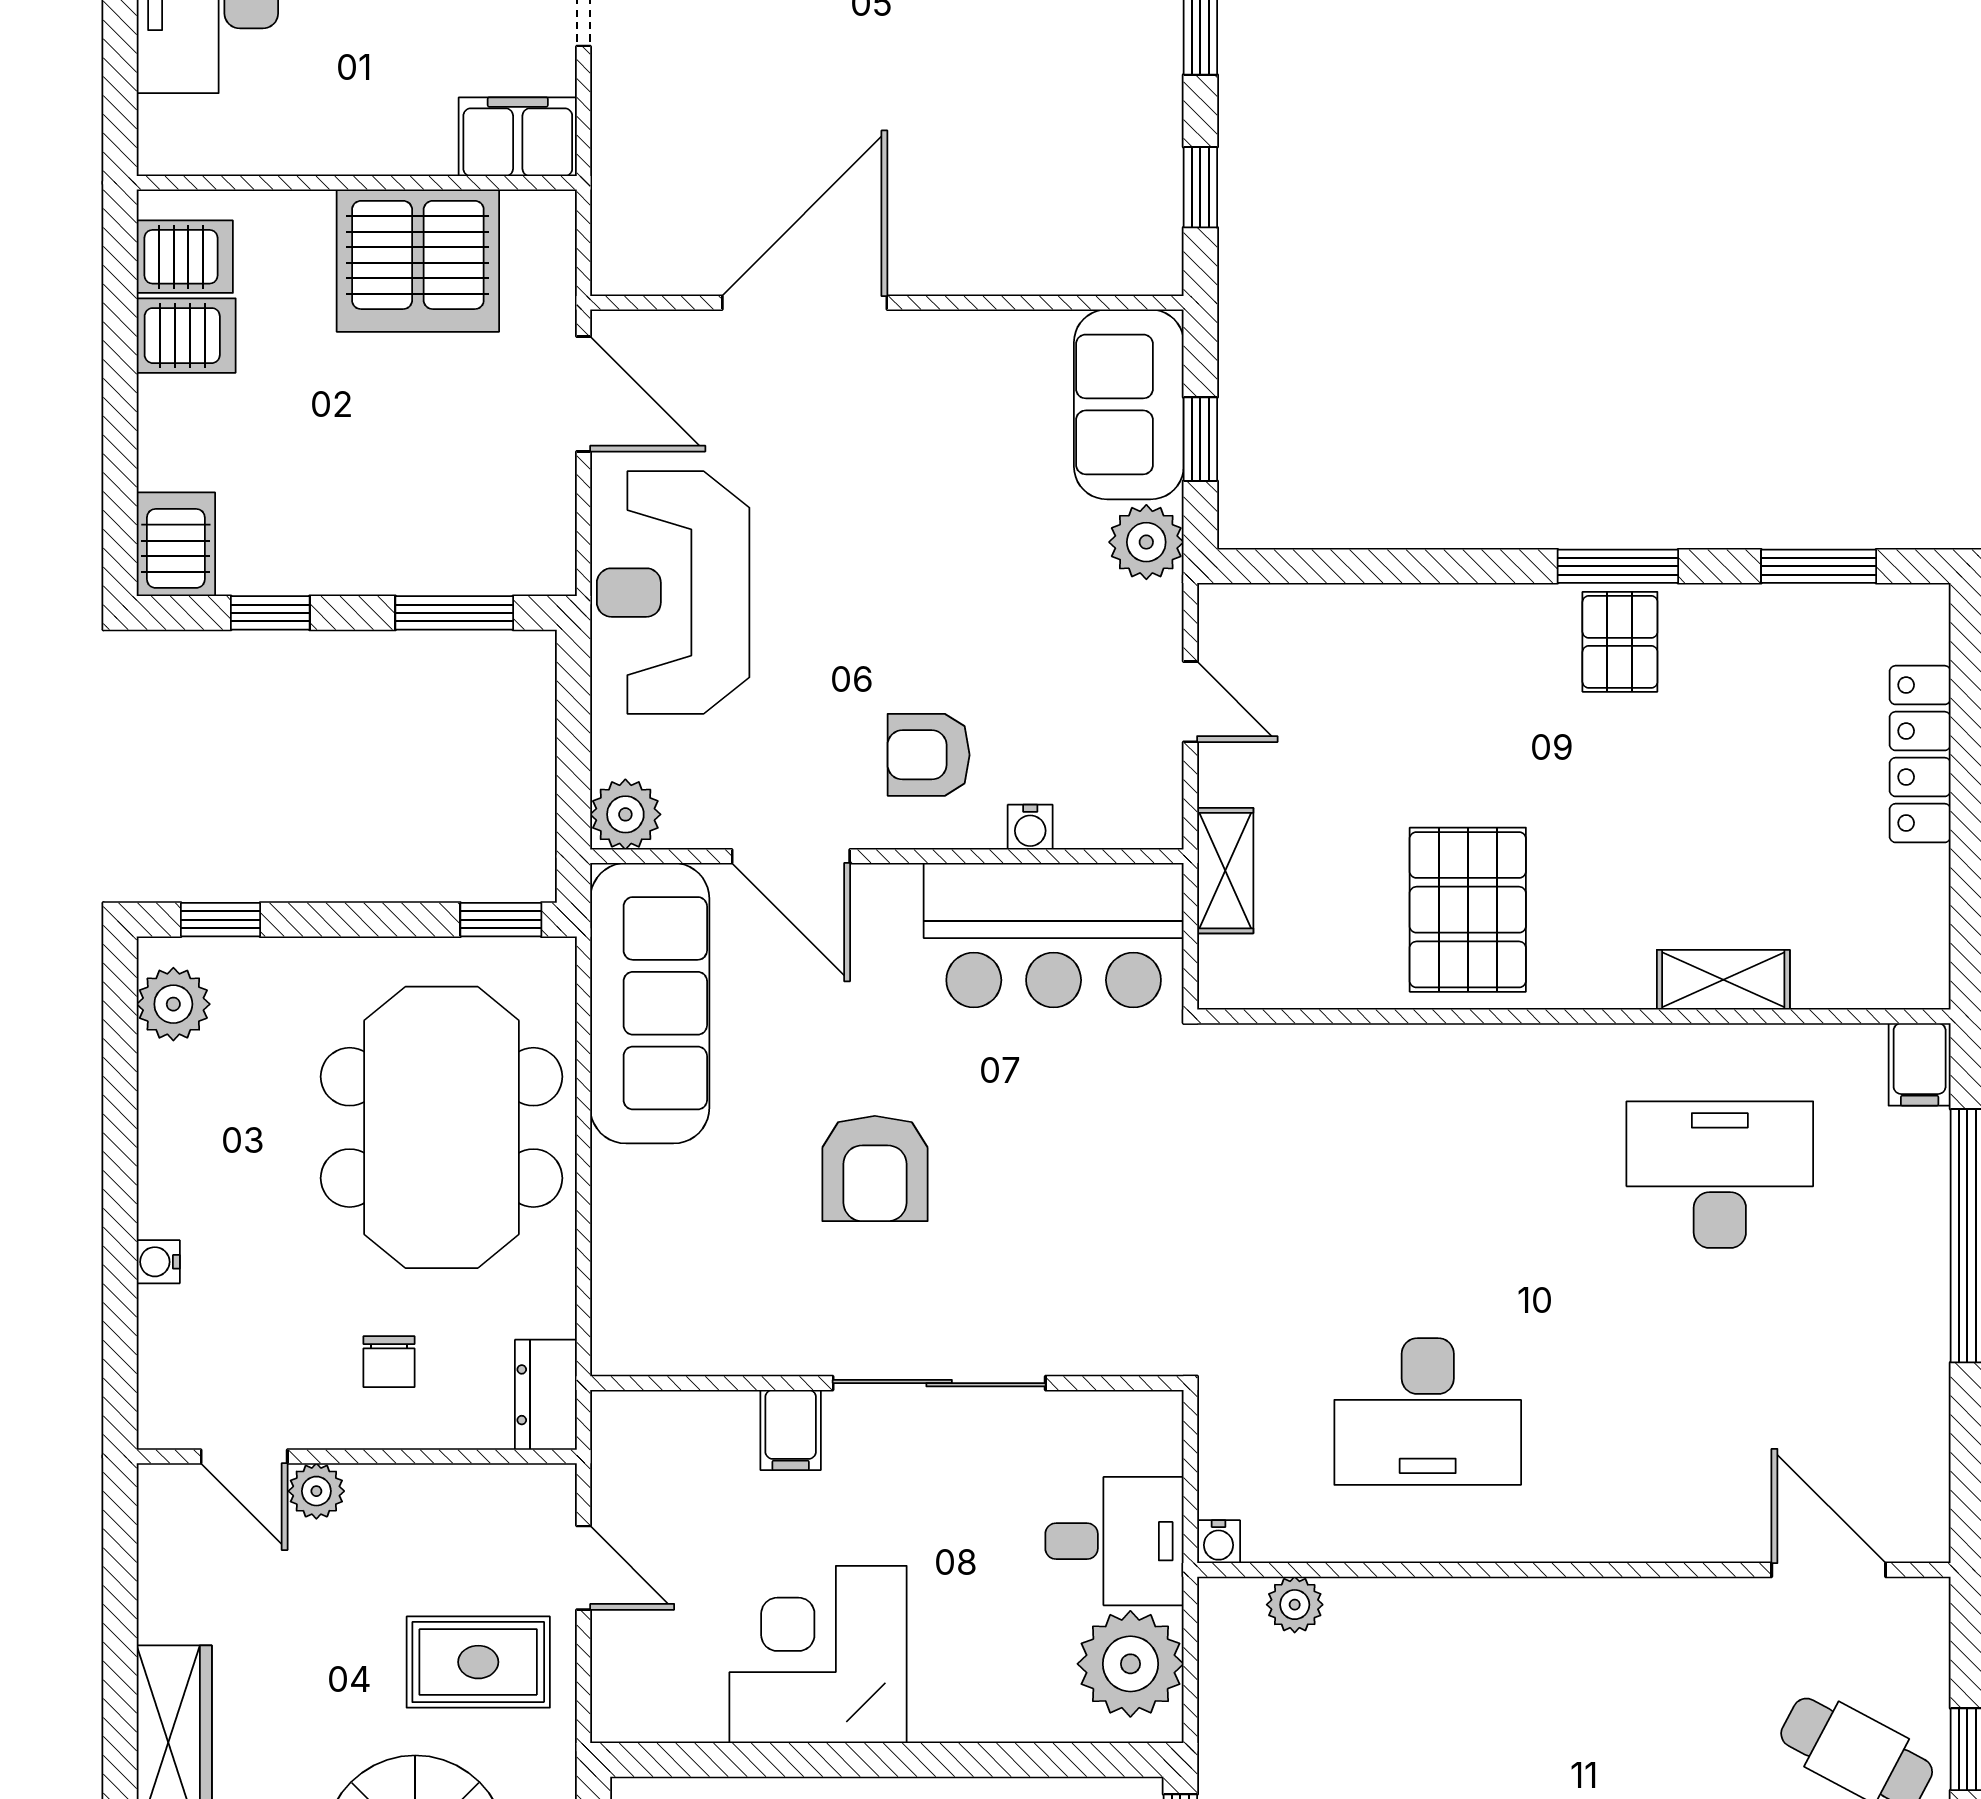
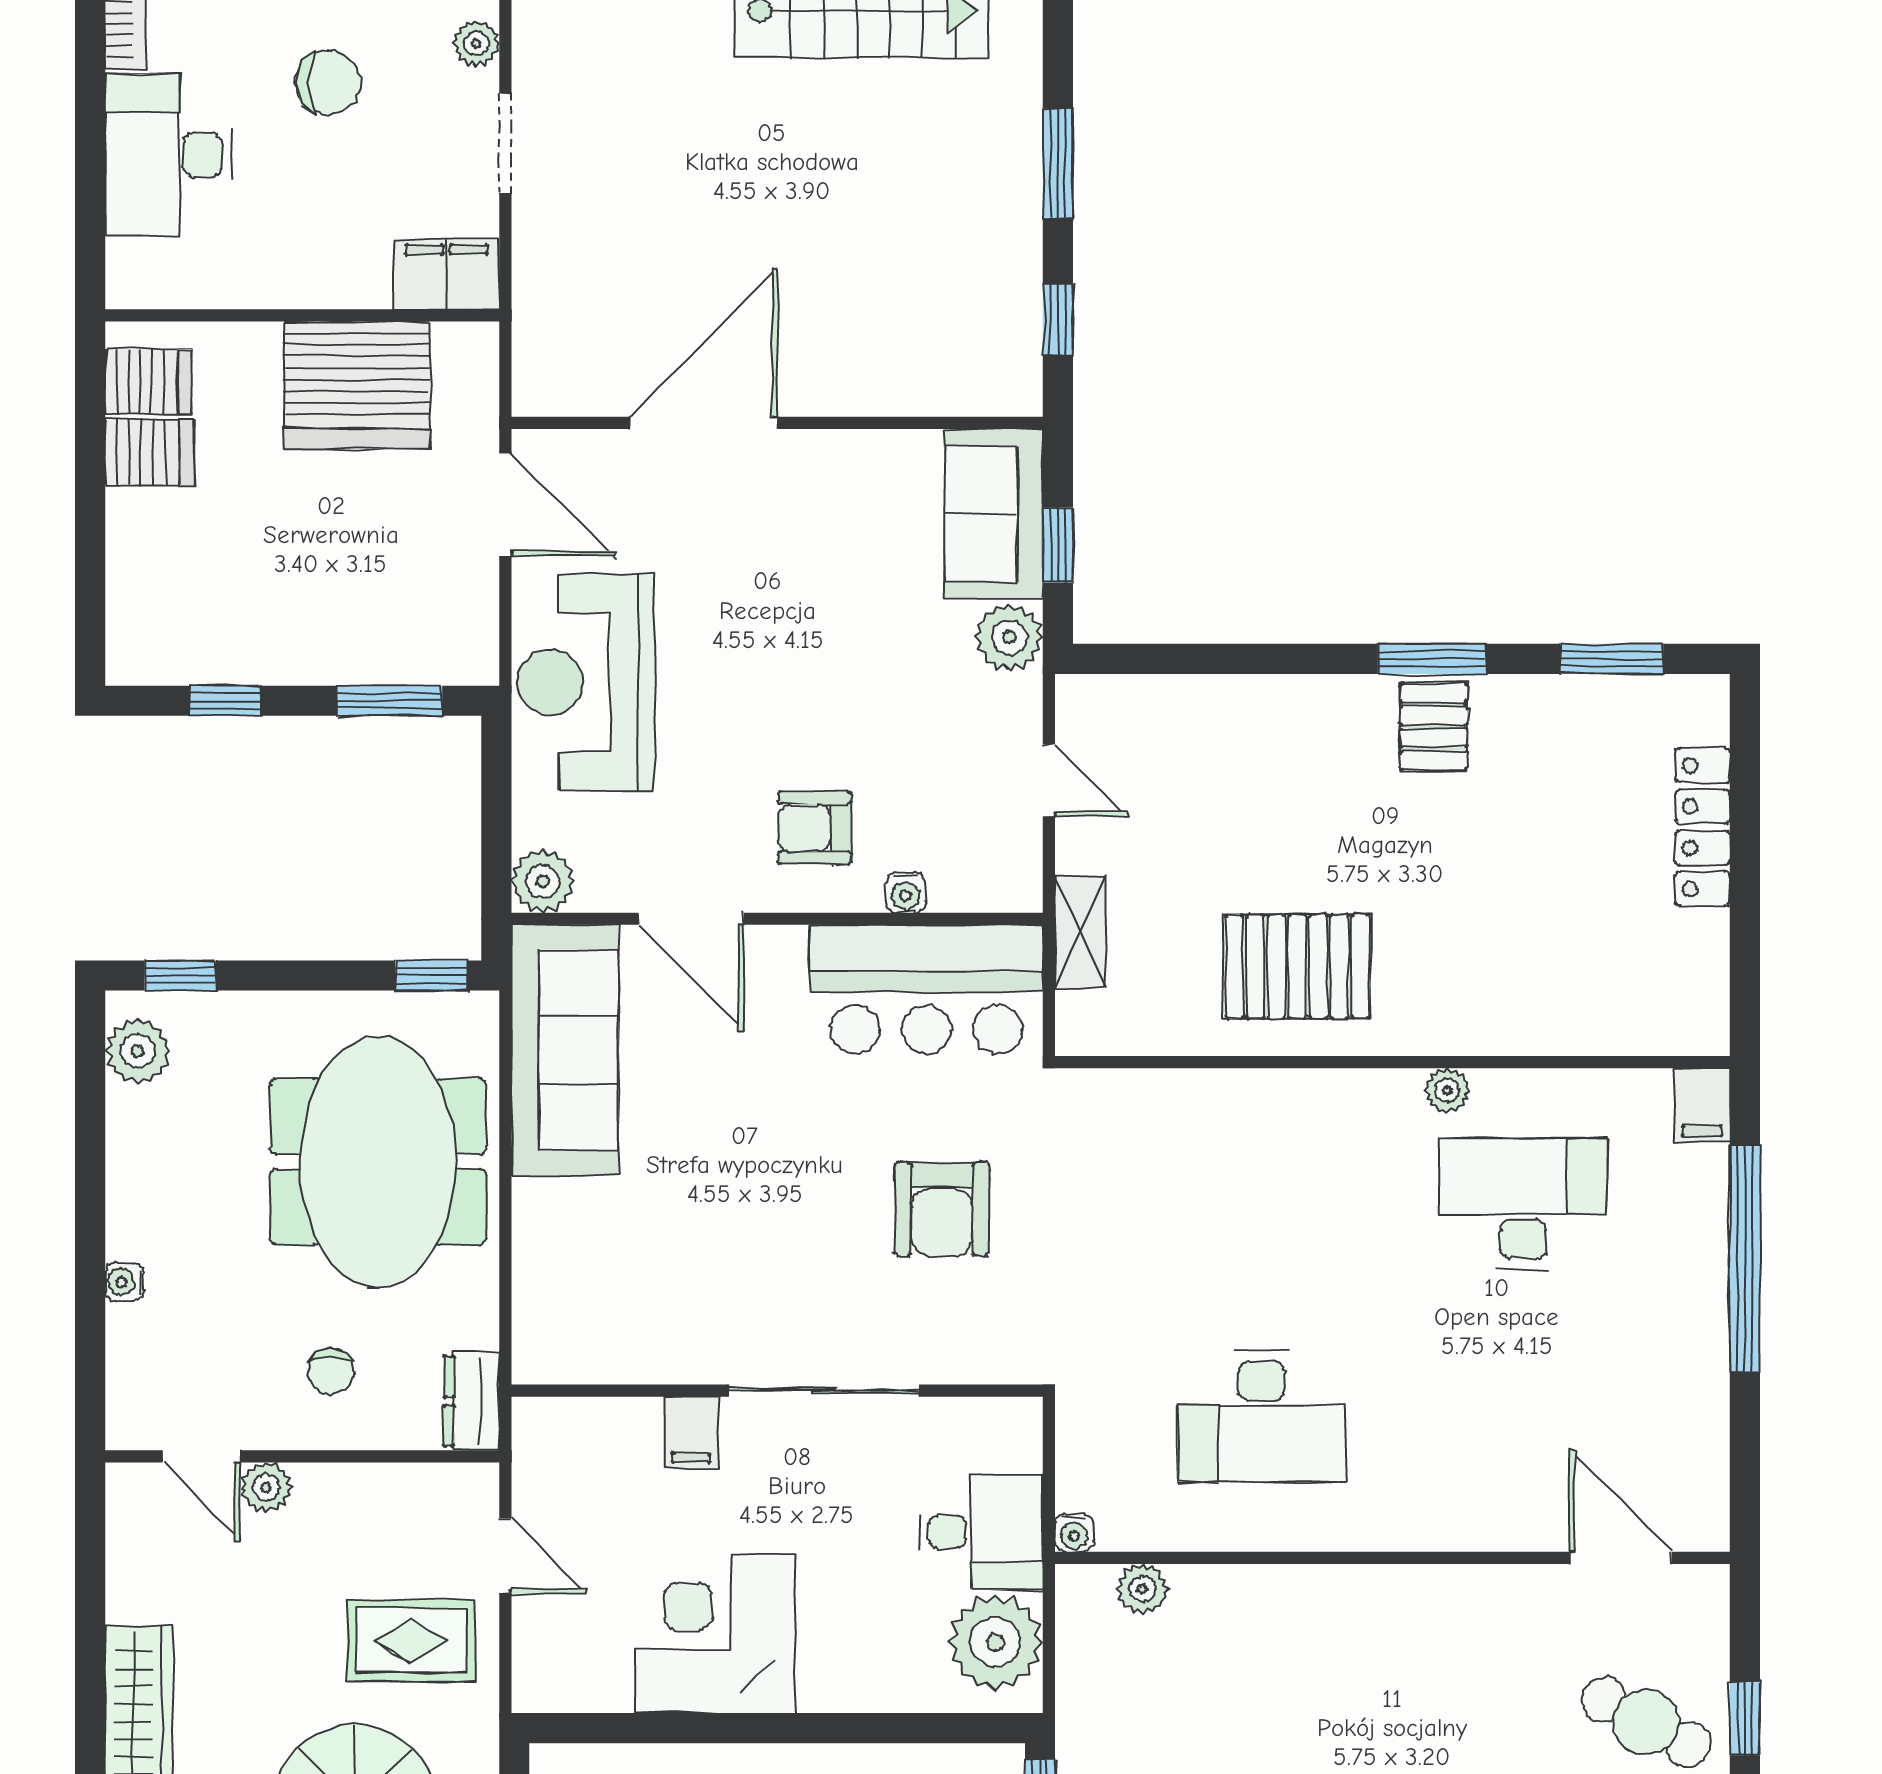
server rack: (176, 544) -> (140, 639), removed
pallet: (1468, 910) -> (1297, 967), turned 90
shelving: (1723, 980) -> (1526, 1029), removed
plant: (1635, 1048) -> (1447, 1090), added
armchair: (875, 1169) -> (942, 1209), moved

